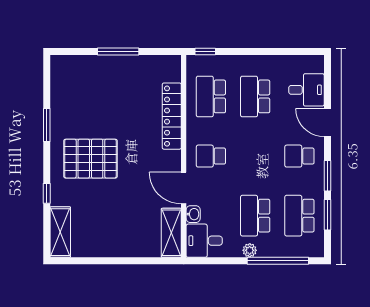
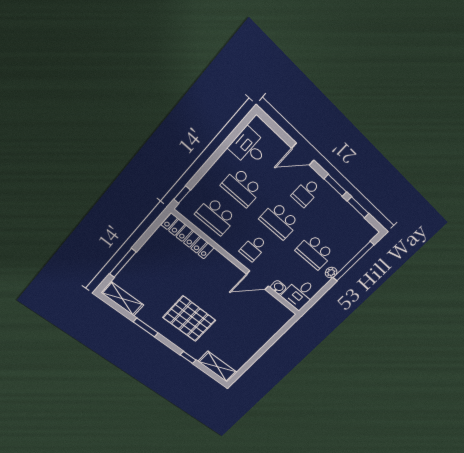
window: (118, 51) -> (123, 263), moved
desk: (306, 90) -> (249, 147), moved, turned -90
locker: (172, 116) -> (188, 236), moved
pallet: (90, 159) -> (189, 319), turned 90
school desk: (299, 216) -> (279, 221), moved
shelving: (171, 233) -> (122, 299), moved

